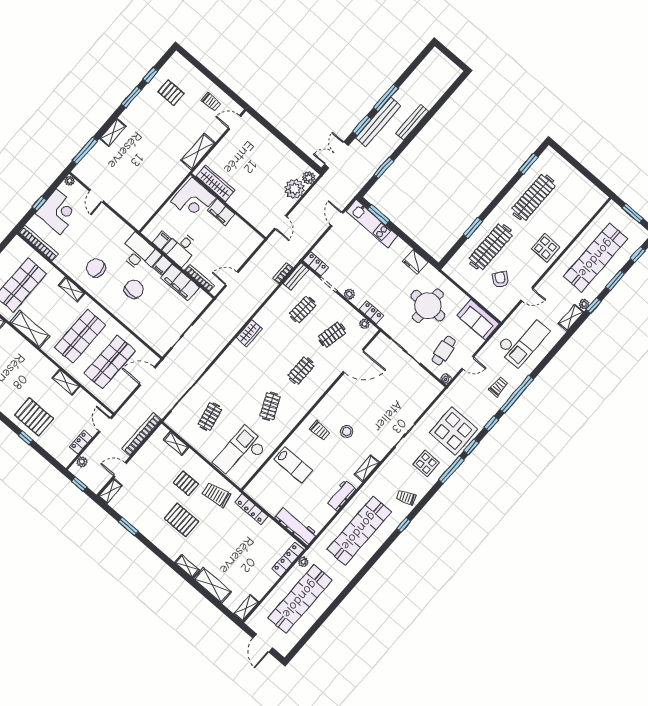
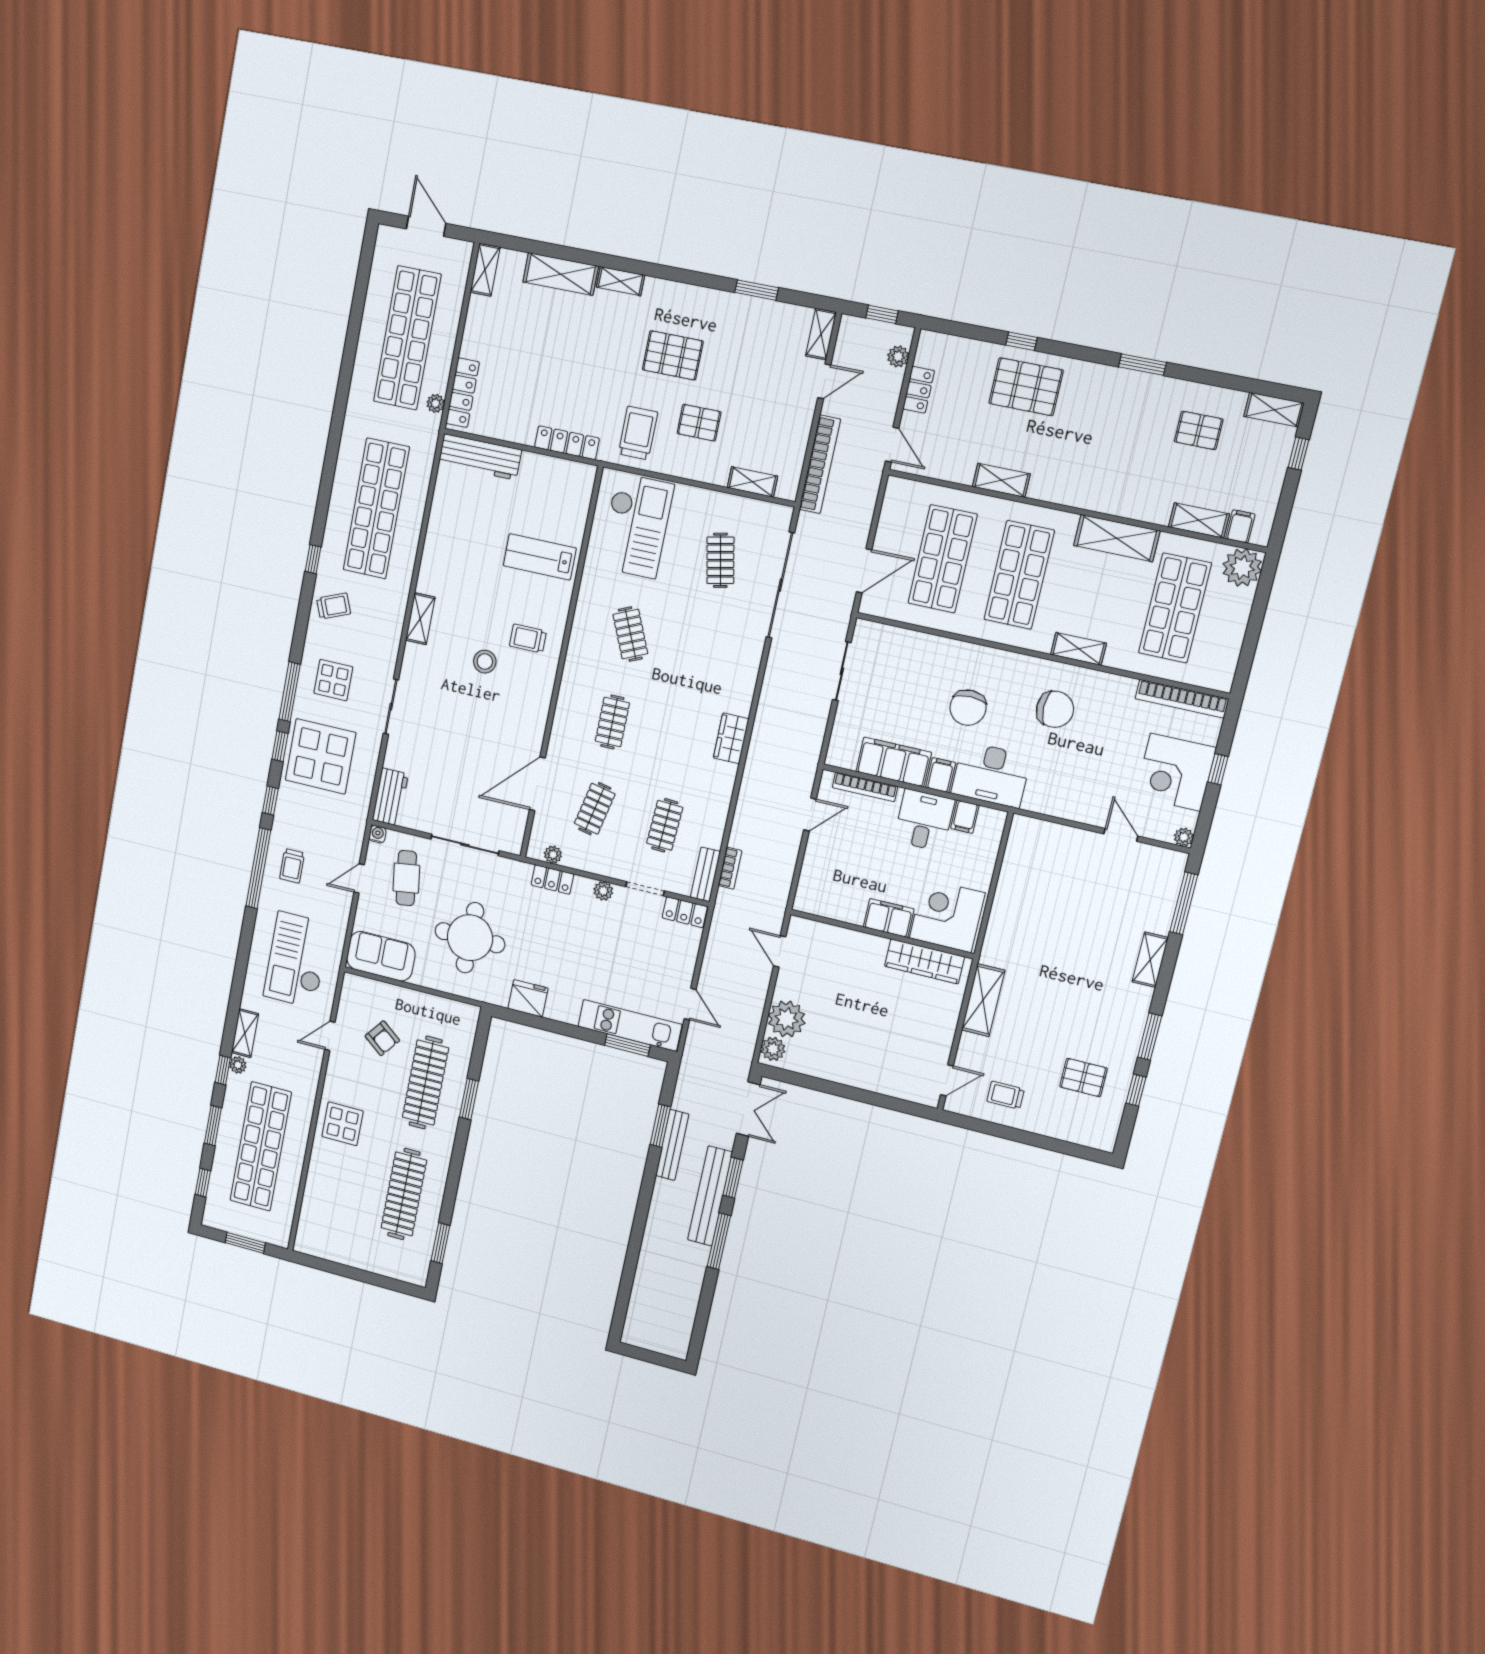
bench: (412, 122) -> (672, 1145), moved
trolley: (216, 495) -> (638, 433), turned -80
workbench: (341, 495) -> (390, 797), moved

